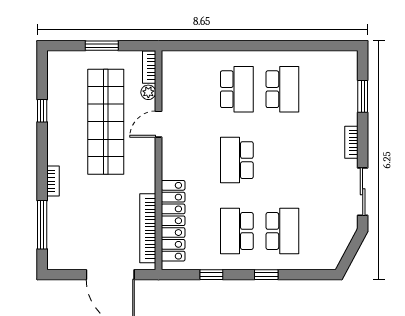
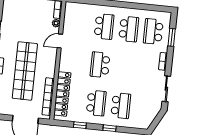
school desk: (328, 89) -> (153, 32), added
shop shelf: (106, 122) -> (25, 71), moved
school desk: (237, 231) -> (96, 103), turned 180

